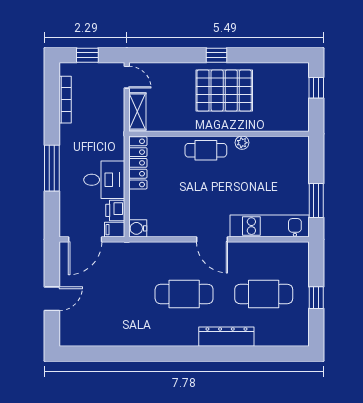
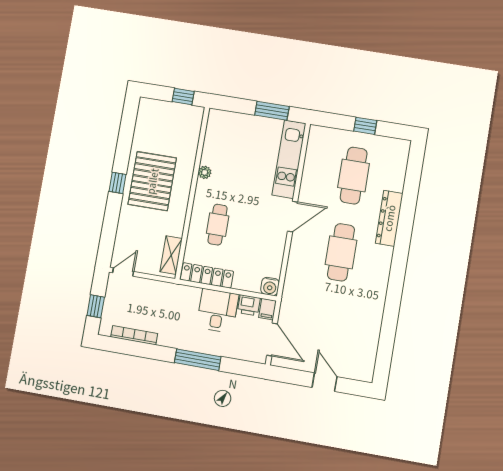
window: (316, 88) -> (183, 97), moved
shelving: (137, 112) -> (171, 255), moved, turned 90
cafe table: (206, 150) -> (218, 225), moved

